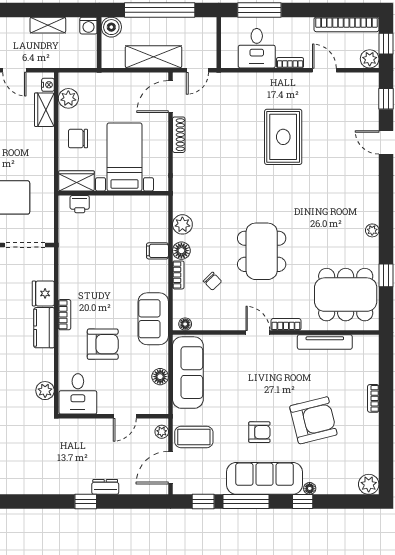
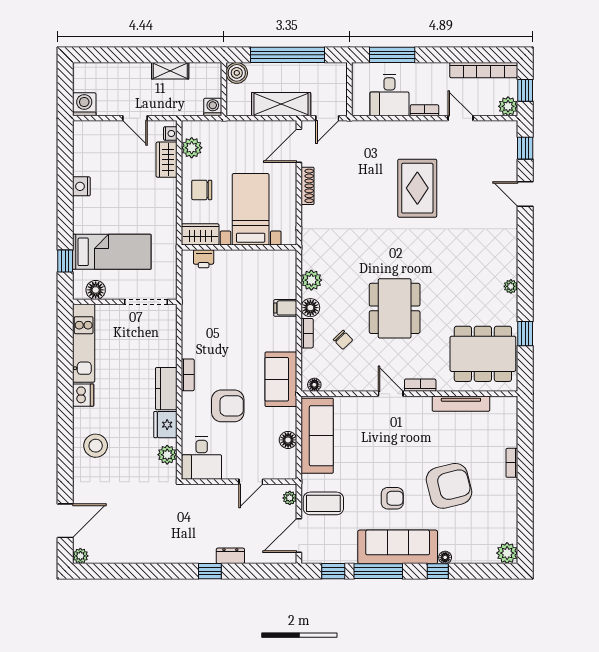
washing machine: (88, 26) -> (213, 107), moved, turned 180
fridge: (43, 293) -> (165, 425), moved

